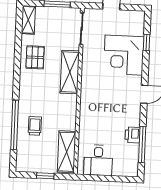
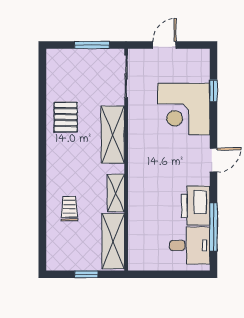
shelving: (28, 20) -> (116, 193), moved
window: (15, 125) -> (42, 208), removed
printer: (133, 135) -> (196, 206), width x1.87, depth x1.48
desk: (98, 160) -> (190, 246), moved, turned -90

